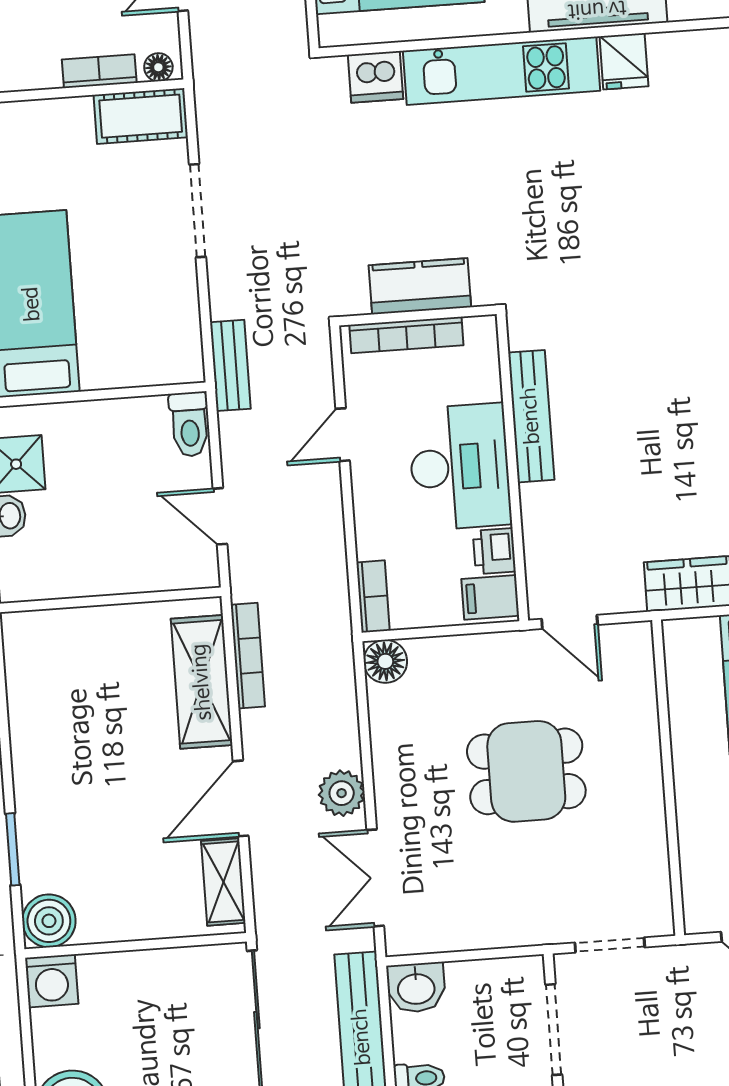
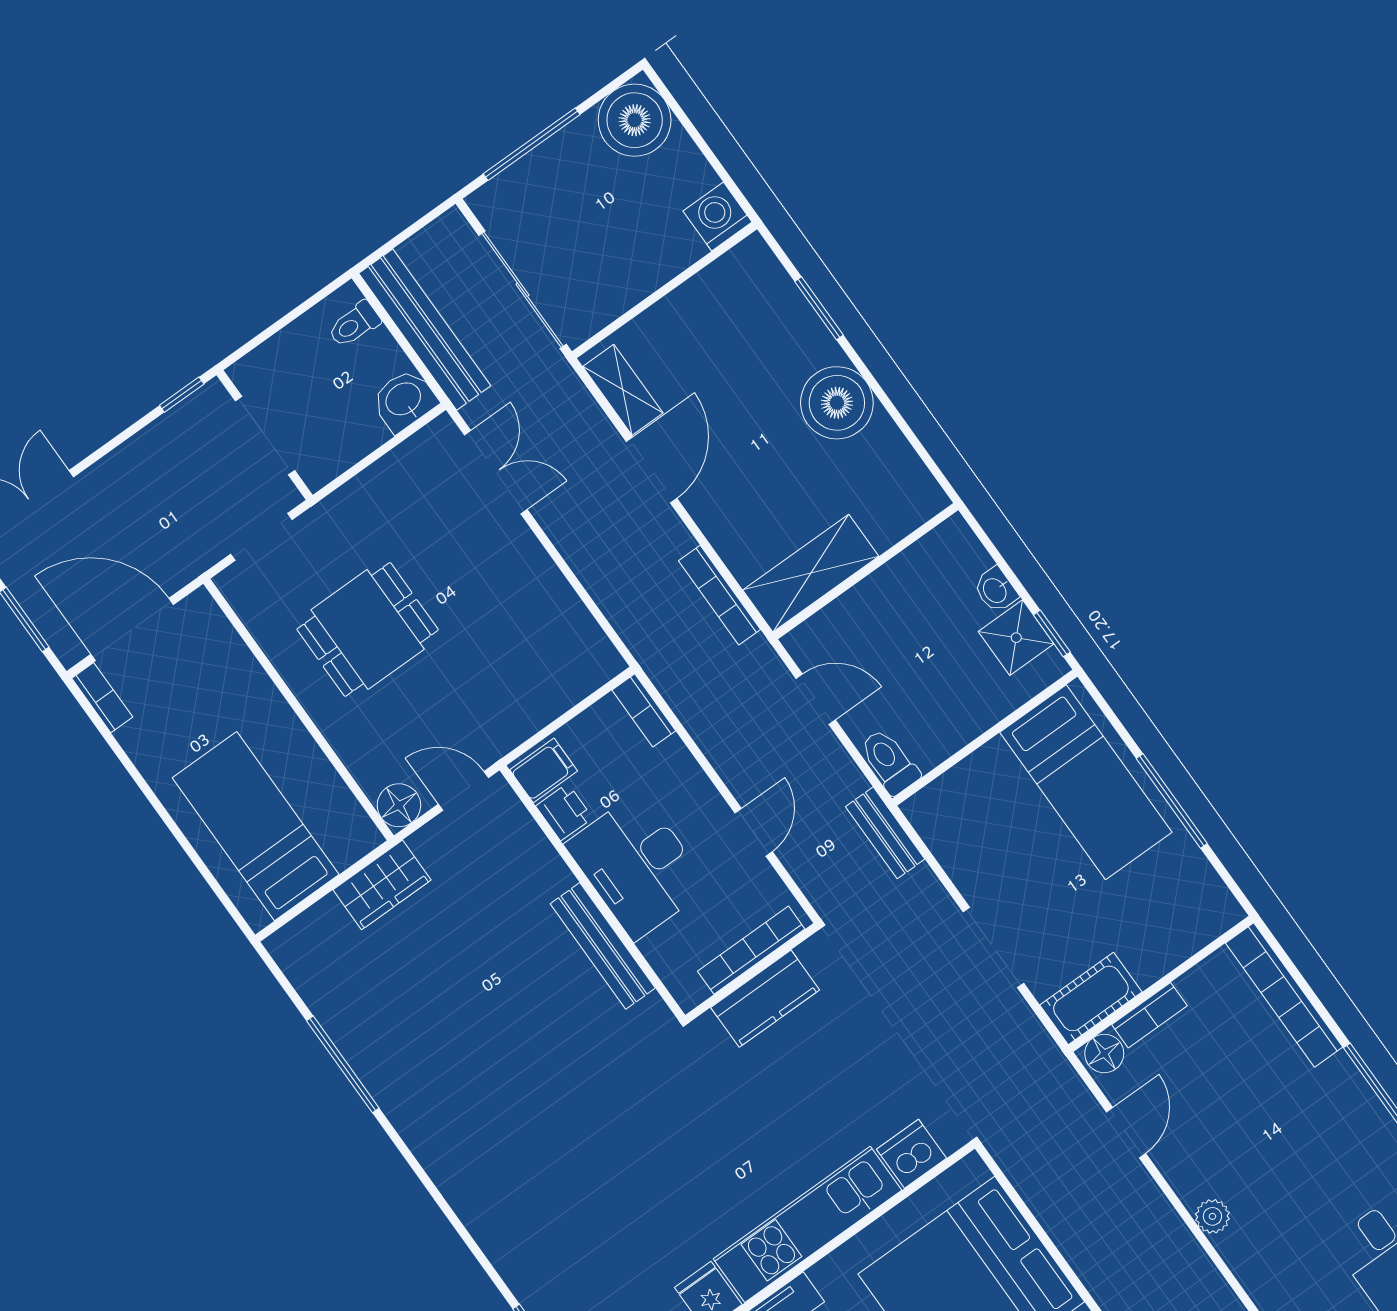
floor lamp: (158, 67) -> (1104, 1053), width x1.37, depth x1.37
floor lamp: (385, 661) -> (399, 805), moved
shelving: (202, 682) -> (811, 573), moved, turned 90
dining table: (526, 771) -> (368, 630), moved
plant: (342, 793) -> (568, 527), removed
boiler: (49, 921) -> (837, 403), moved, width x1.37, depth x1.37

